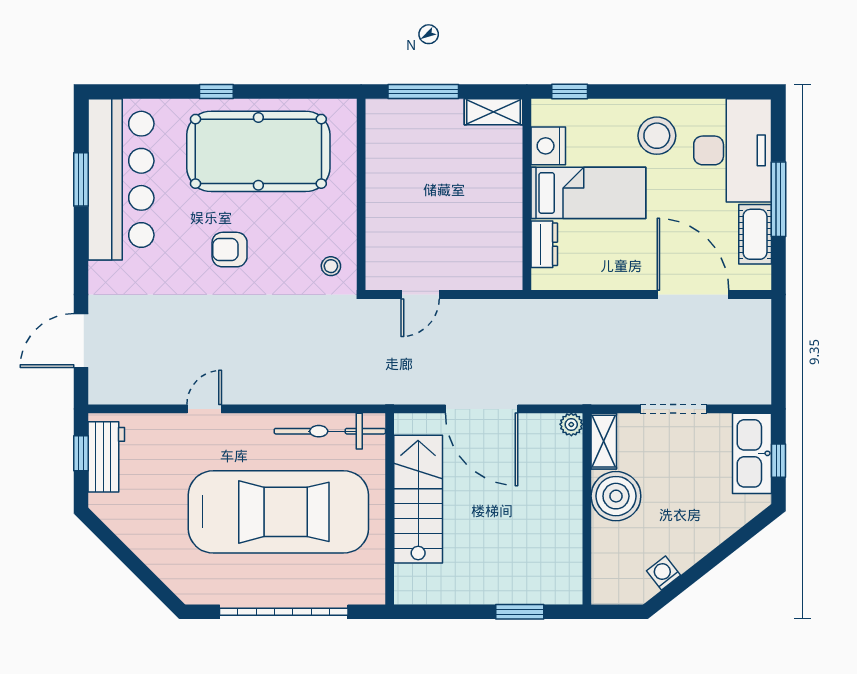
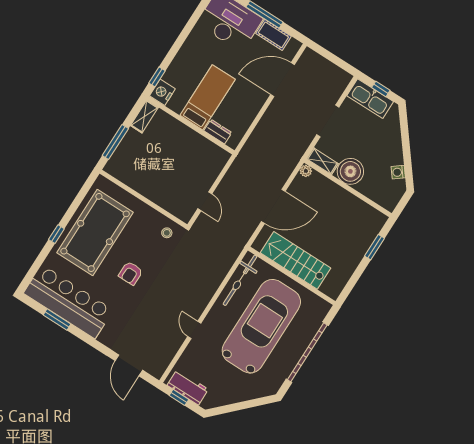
stool: (657, 136) -> (202, 51), removed
nightstand: (548, 146) -> (162, 92), moved, turned 90

